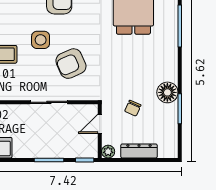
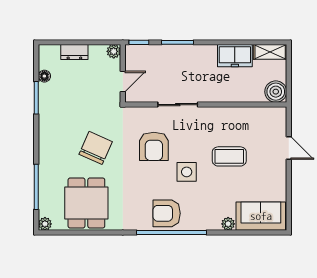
armchair: (71, 64) -> (154, 146), turned 114
floor lamp: (167, 92) -> (44, 76), moved, width x0.53, depth x0.53
chair: (133, 108) -> (96, 148), moved, width x1.87, depth x1.87
dresser: (139, 151) -> (74, 52), width x0.70

